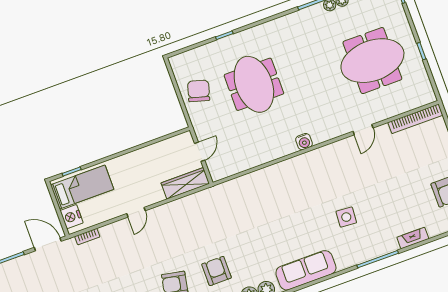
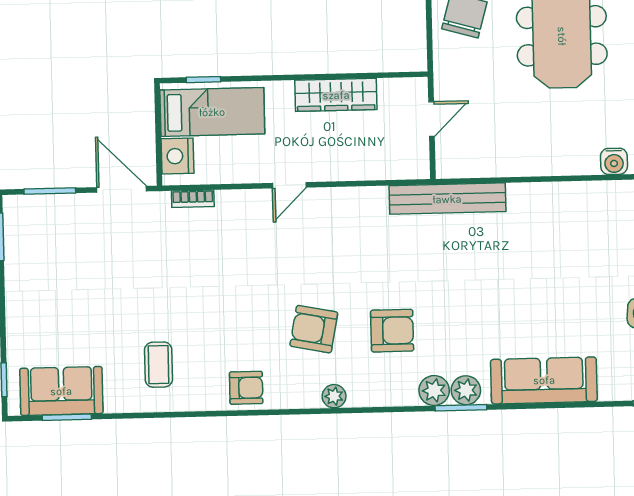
wardrobe: (185, 183) -> (336, 95), moved, turned 180
bench: (222, 191) -> (447, 199), added
armchair: (217, 271) -> (392, 331), turned 90

